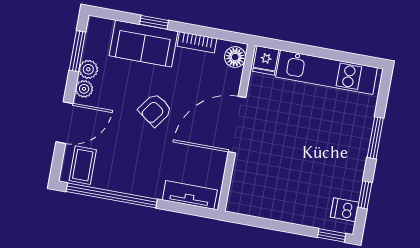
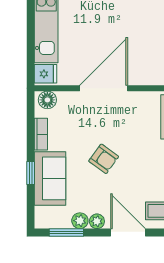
door: (237, 125) -> (104, 88), swing flipped

